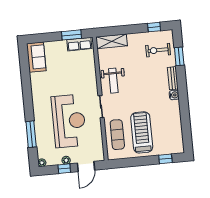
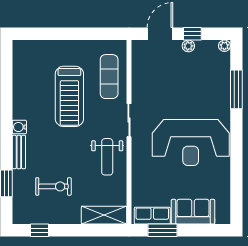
exercise bike: (158, 50) -> (53, 186), moved
sofa: (36, 57) -> (193, 212), moved, turned 90
weight bench: (113, 81) -> (107, 157), turned 180
reception desk: (69, 121) -> (191, 142), moved, turned -90
treadmill: (142, 132) -> (69, 96), moved
window: (165, 159) -> (41, 34), removed

